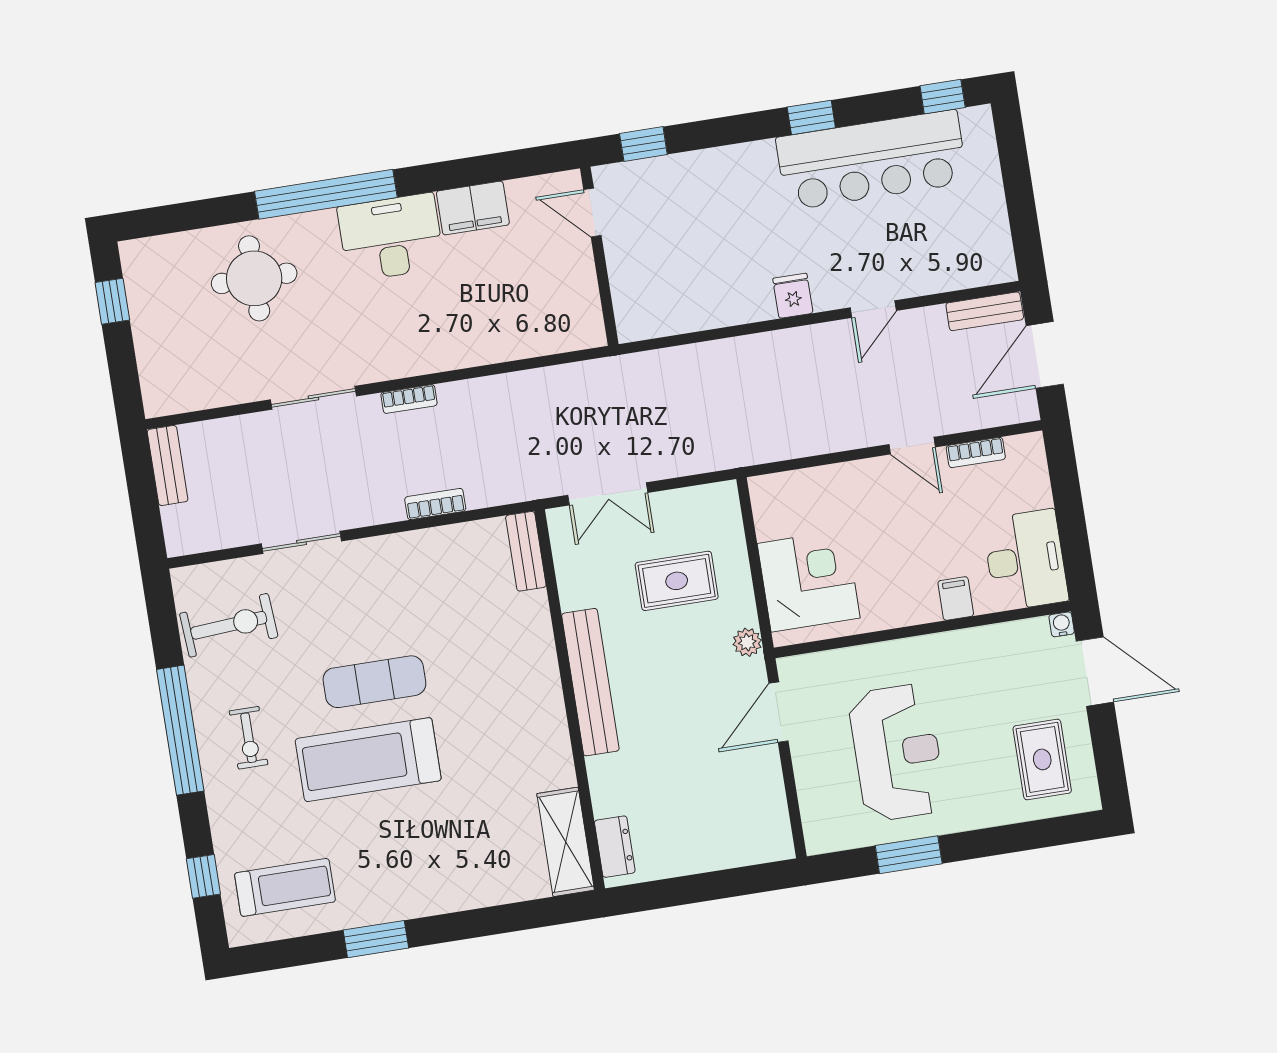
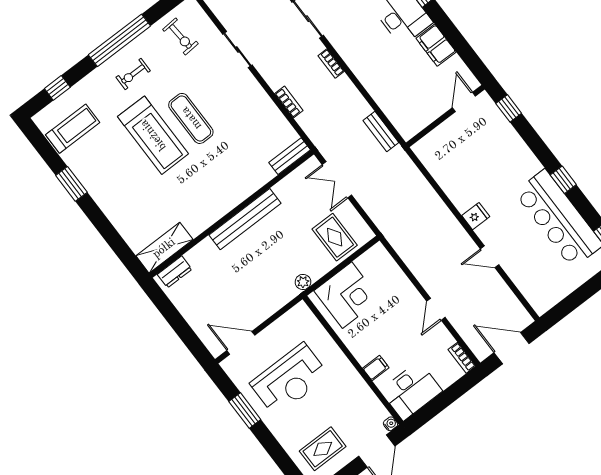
bench: (985, 311) -> (381, 131), moved
bookcase: (976, 452) -> (462, 358), moved
rug: (677, 581) -> (335, 237), moved
exercise bike: (229, 625) -> (180, 37), width x0.73, depth x0.72
door: (778, 712) -> (241, 343), moved
treadmill: (368, 760) -> (153, 135), turned 180
treadmill: (285, 887) -> (73, 129), turned -90

